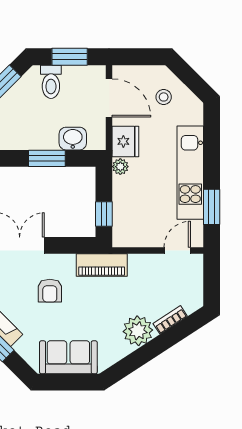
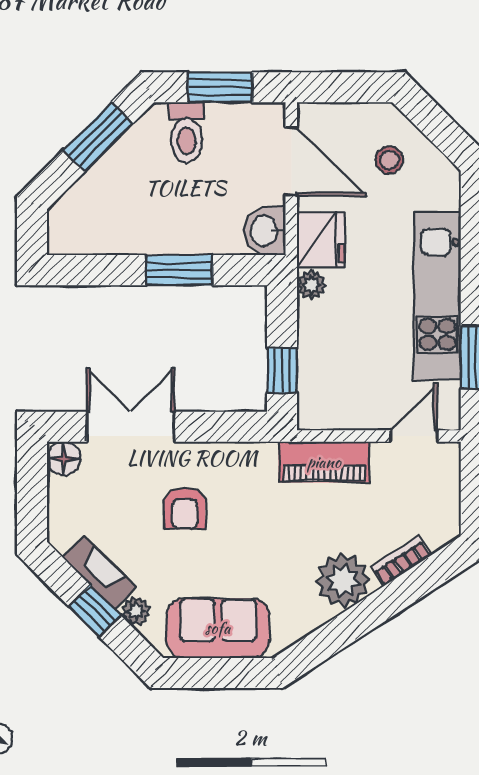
washbasin: (73, 139) -> (265, 231), moved, turned -90
piano: (102, 265) -> (324, 462), moved
plant: (23, 348) -> (136, 611), added

